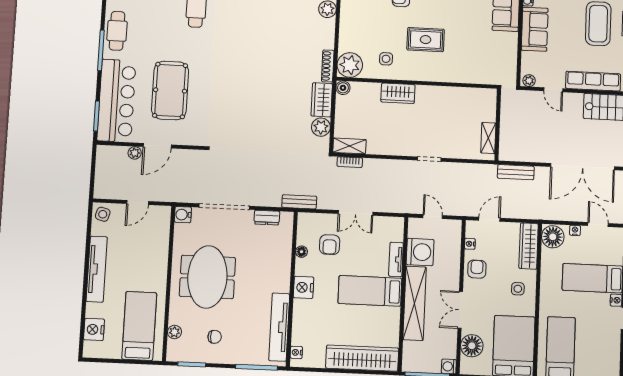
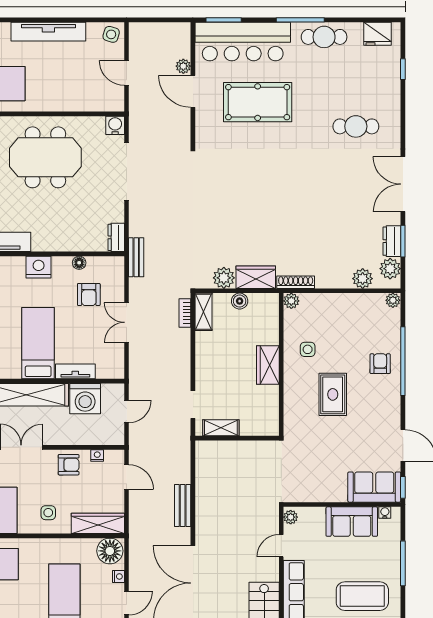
plant: (350, 65) -> (291, 301), width x0.53, depth x0.53
boiler: (343, 88) -> (240, 301), moved
wall: (498, 125) -> (237, 438), moved
shelving: (488, 138) -> (221, 428), moved
dresser: (267, 218) -> (116, 237), moved
armchair: (330, 245) -> (89, 295), turned -90

